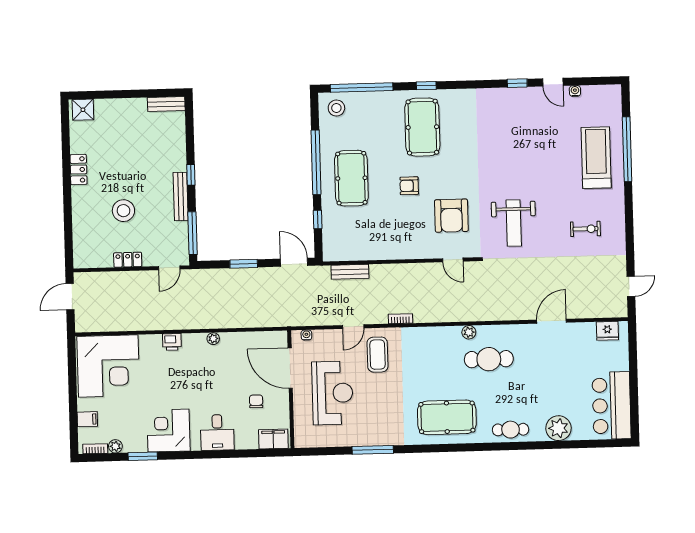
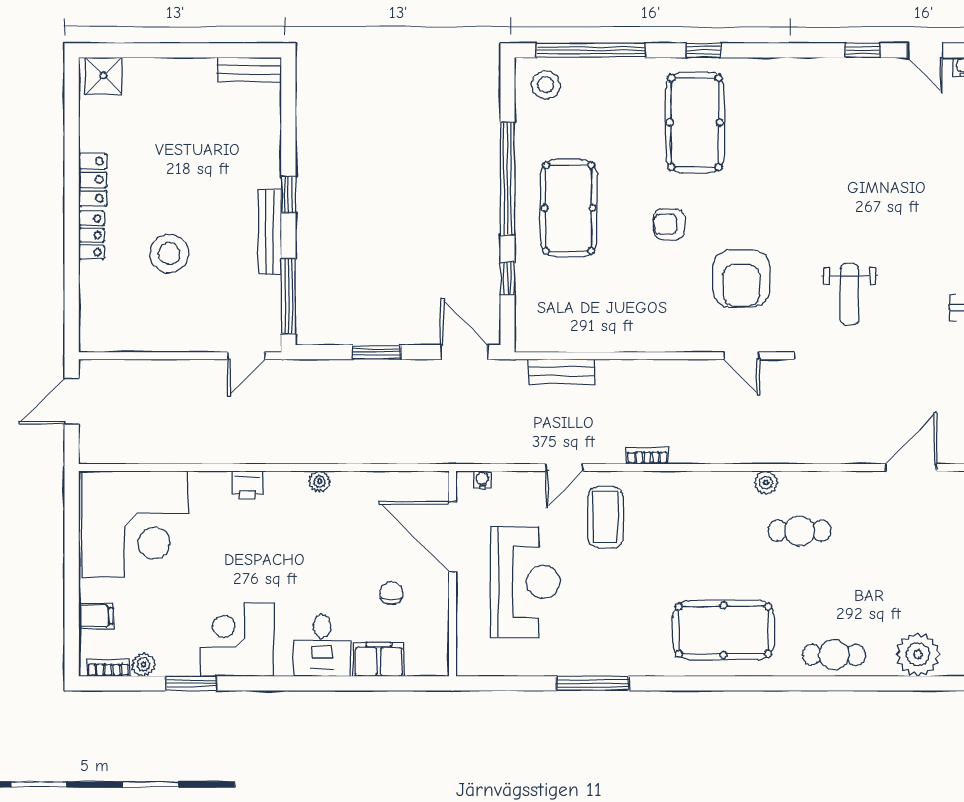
weight bench: (514, 223) -> (850, 294), width x0.73, depth x0.75
locker: (128, 260) -> (91, 235), moved, turned 90
cafe table: (489, 359) -> (800, 531), width x0.73, depth x0.74
filing cabinet: (273, 439) -> (379, 659), moved

